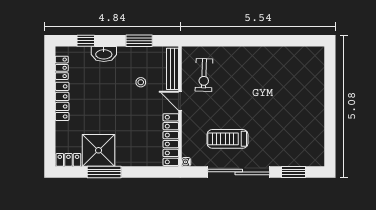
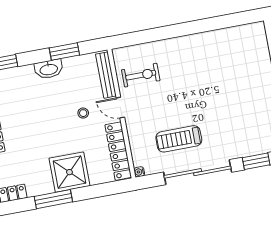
washbasin: (104, 54) -> (49, 69), moved
exercise bike: (204, 75) -> (141, 75), turned -92
stool: (141, 82) -> (83, 113), moved
shower: (99, 150) -> (69, 172), moved

